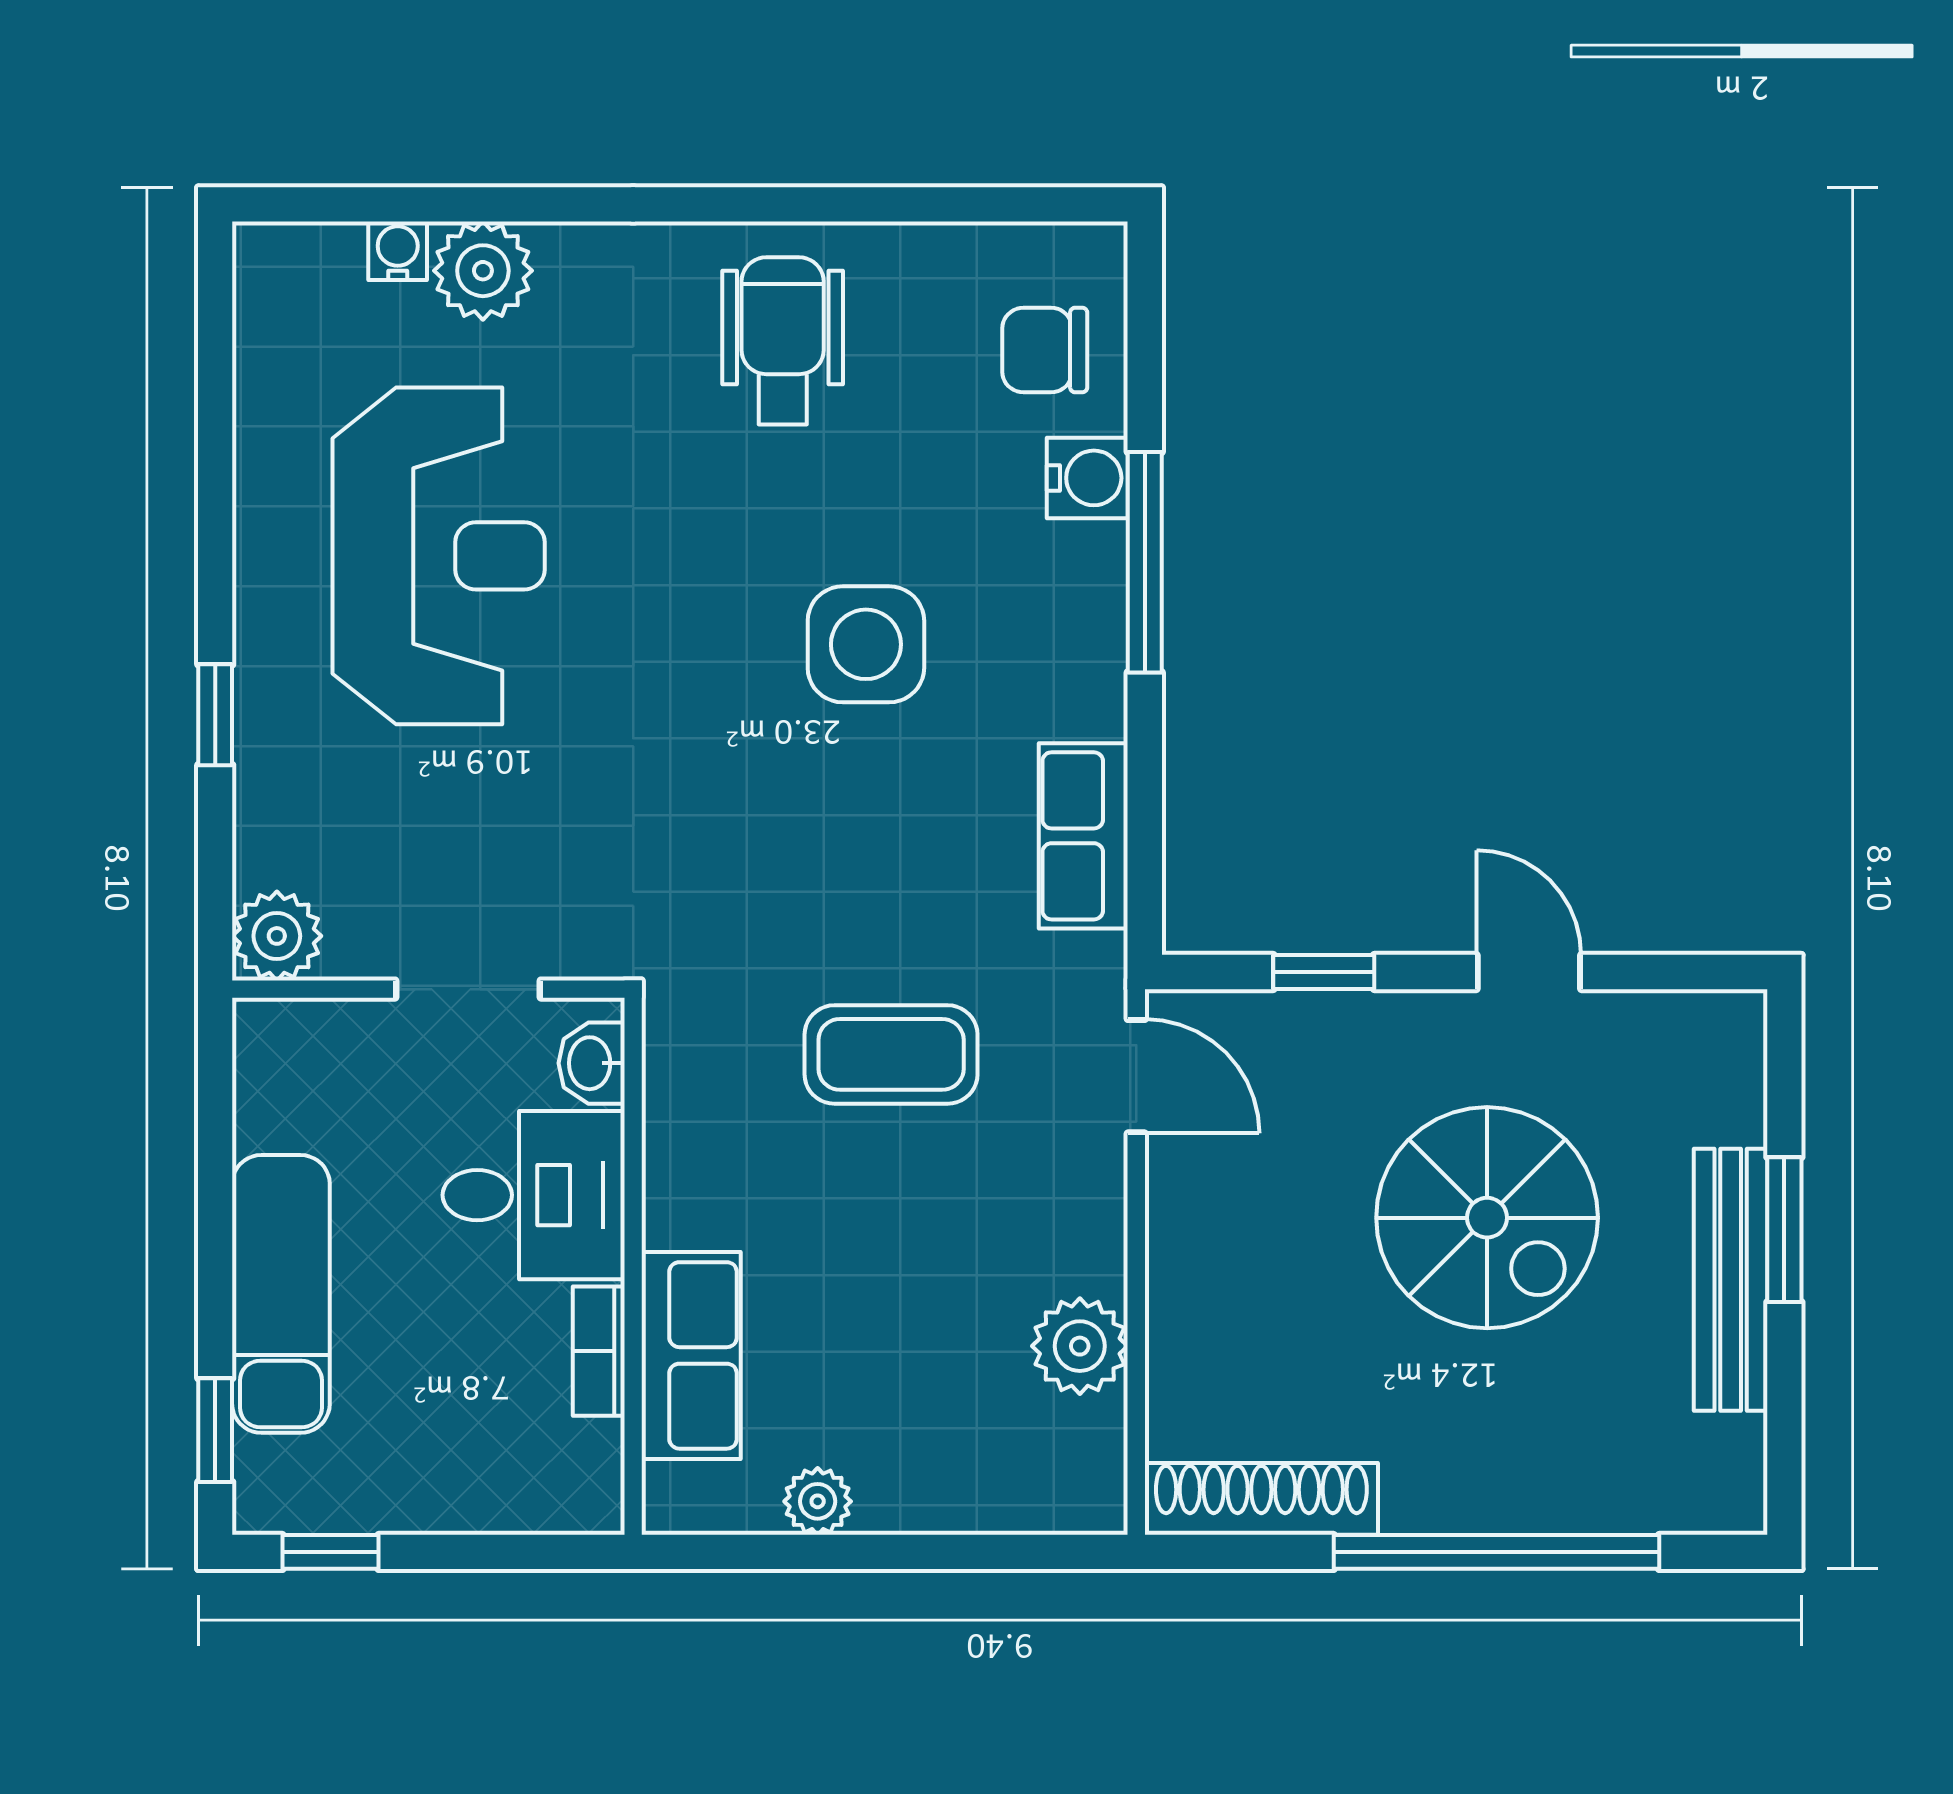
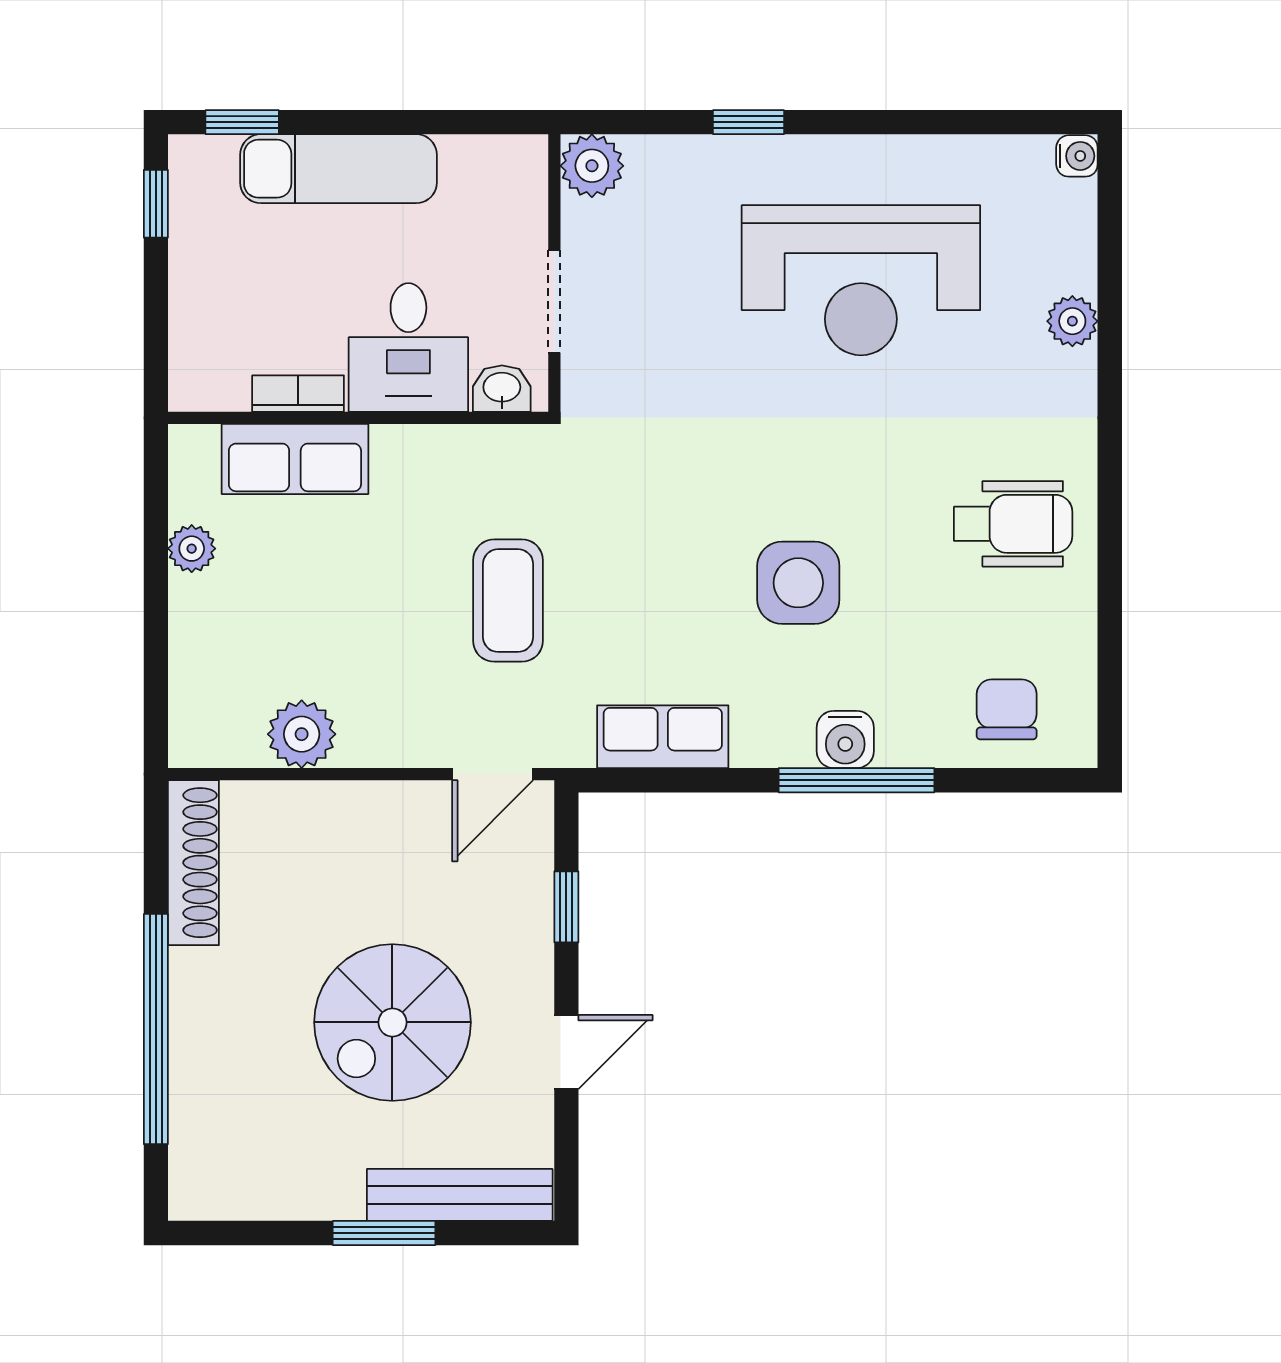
water cooler: (398, 251) -> (1077, 156), moved
plant: (483, 271) -> (1072, 321), width x0.73, depth x0.73
water cooler: (1087, 478) -> (845, 739), moved
bench: (1731, 1280) -> (460, 1195), moved

